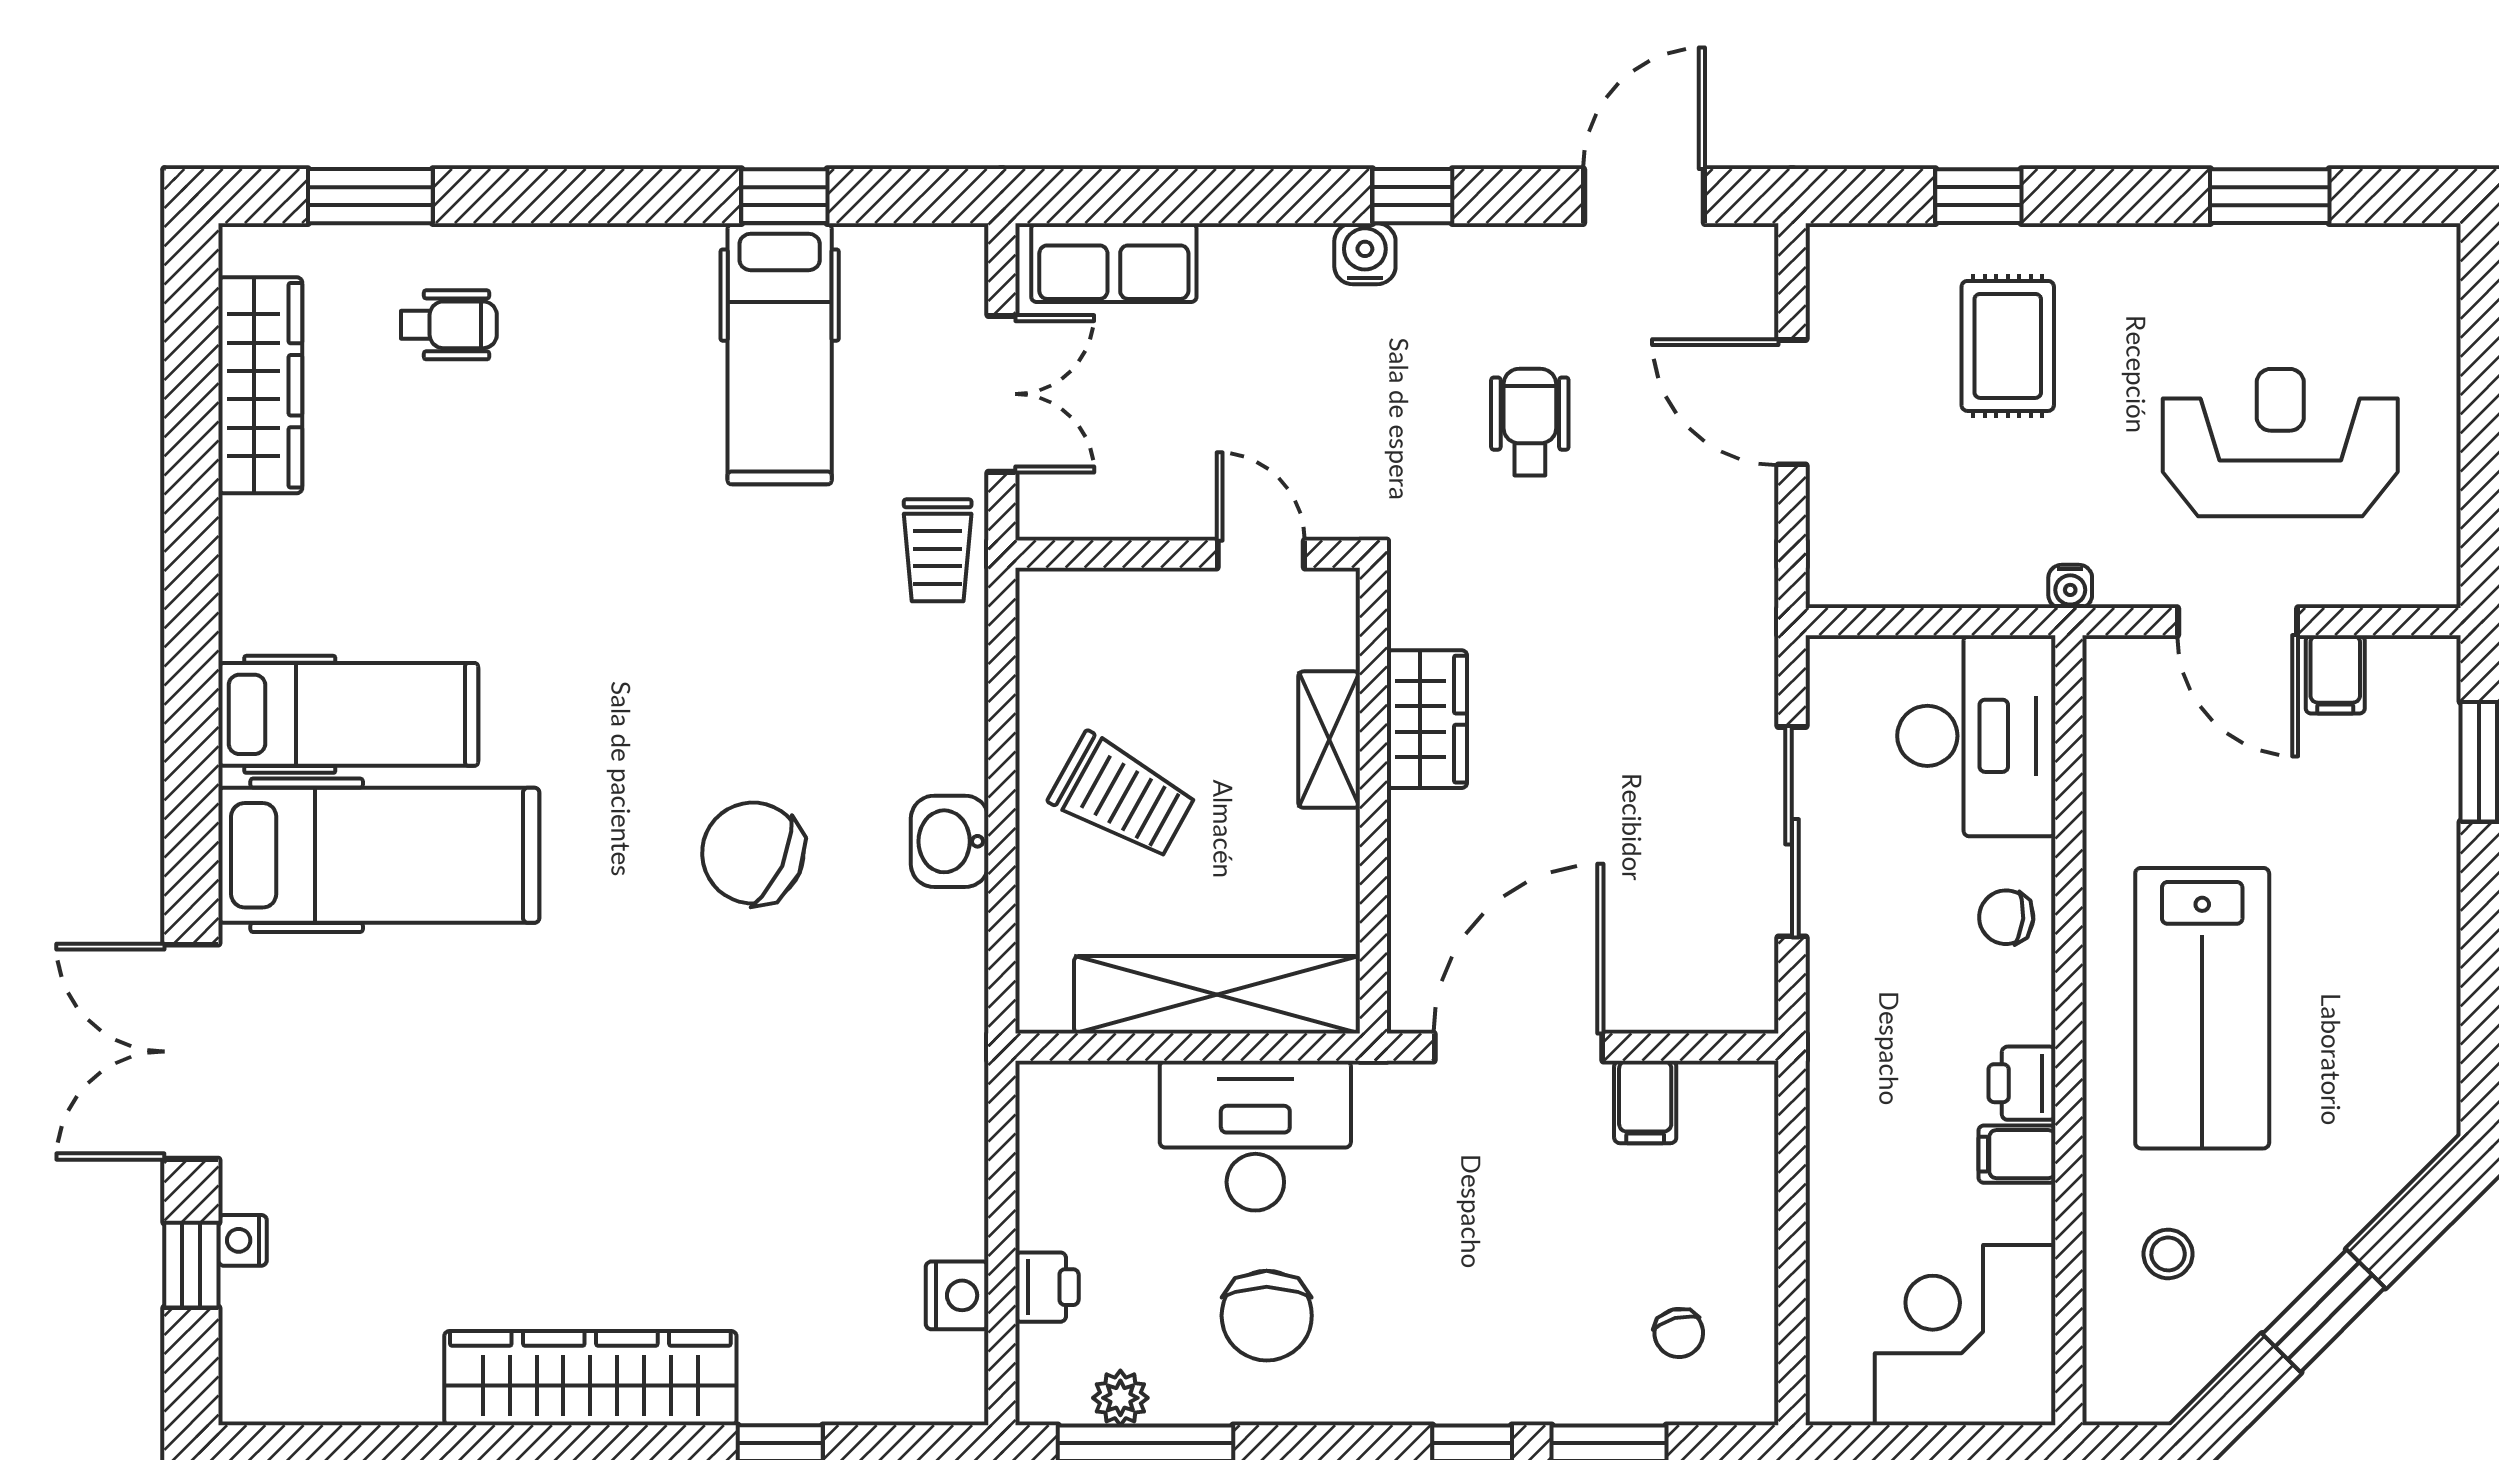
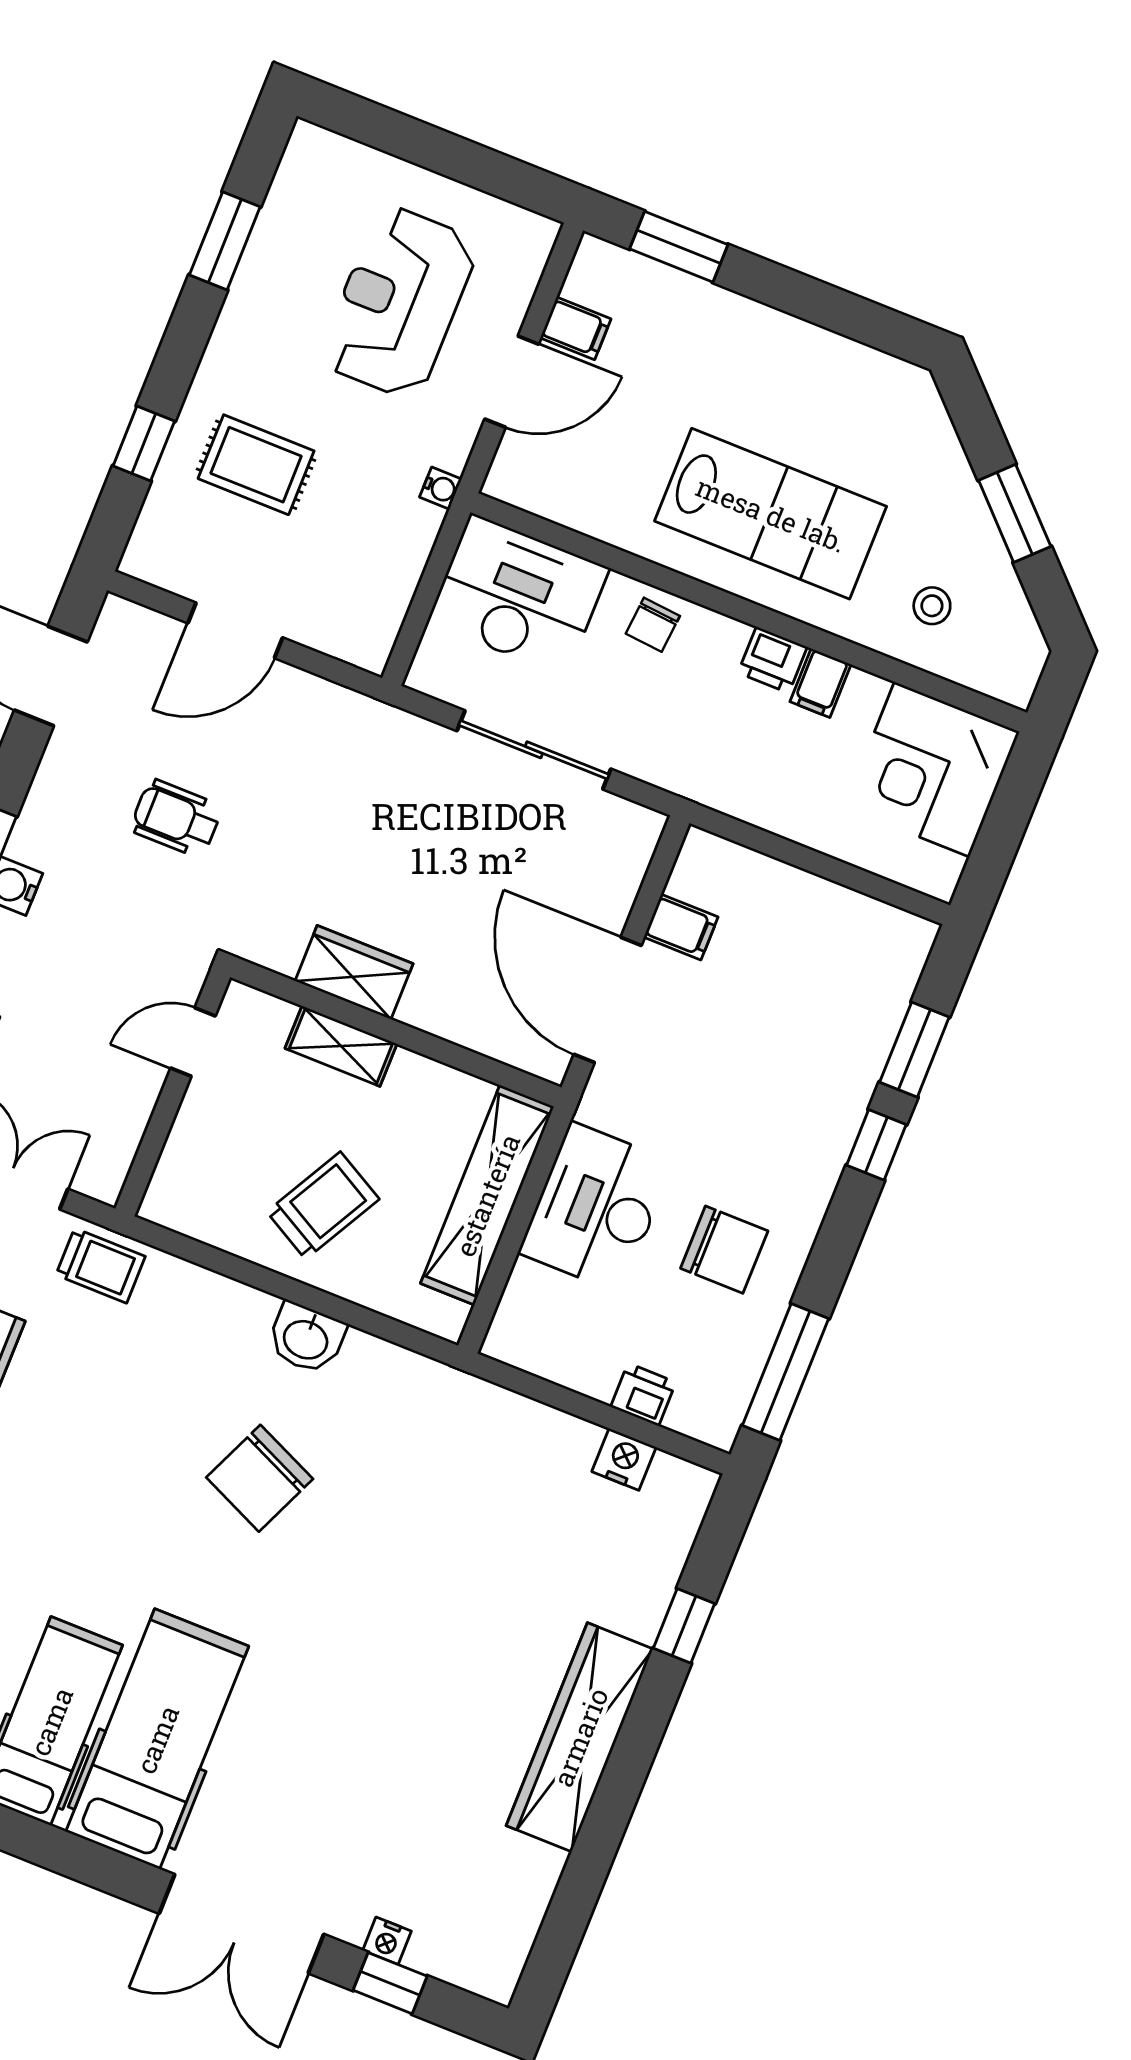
chair: (1679, 1333) -> (851, 968), removed
plant: (1120, 1398) -> (741, 1374), removed

